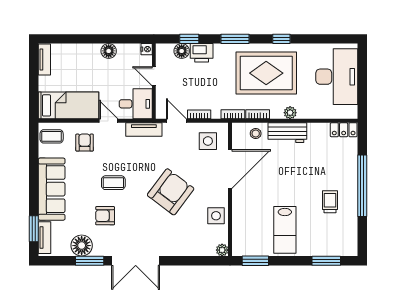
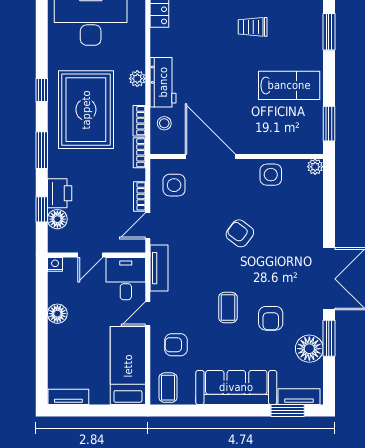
armchair: (171, 192) -> (240, 233), width x0.53, depth x0.53

